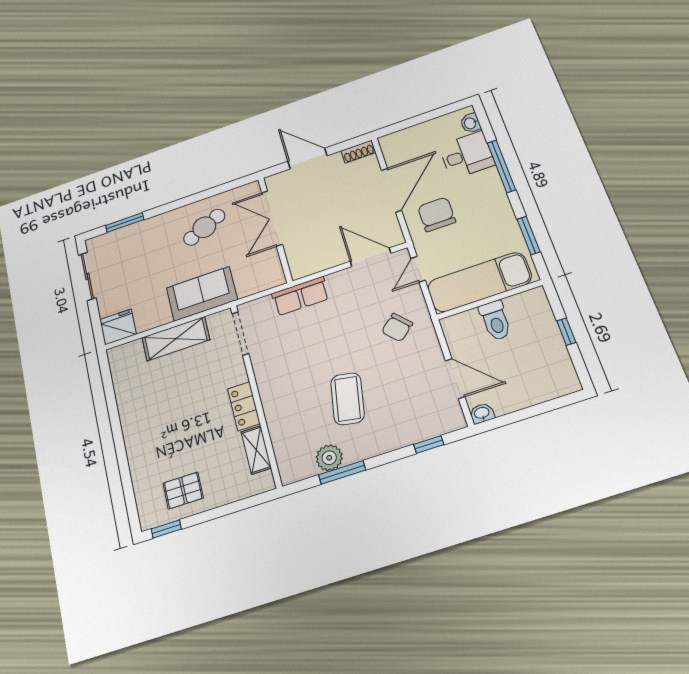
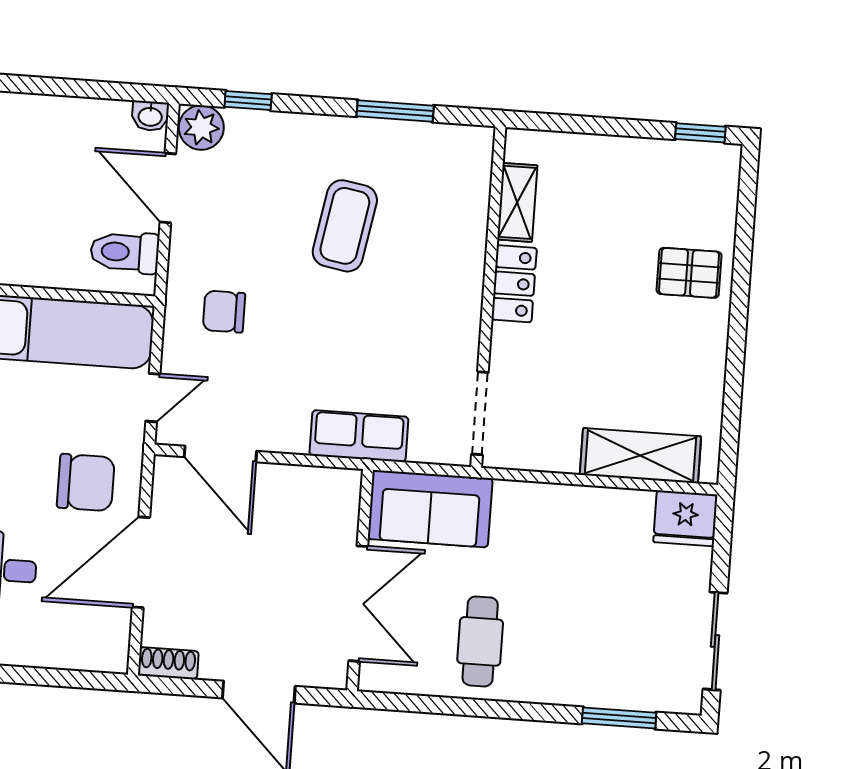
chair: (437, 214) -> (86, 483), turned -90
cafe table: (204, 227) -> (480, 641), turned -65
sofa: (202, 294) -> (430, 509), moved
toilet: (495, 320) -> (125, 252), moved, turned -90
chair: (397, 327) -> (224, 312), turned -138
shelving: (176, 339) -> (640, 456), moved
plant: (329, 458) -> (201, 128), moved
pallet: (183, 491) -> (689, 273), moved

